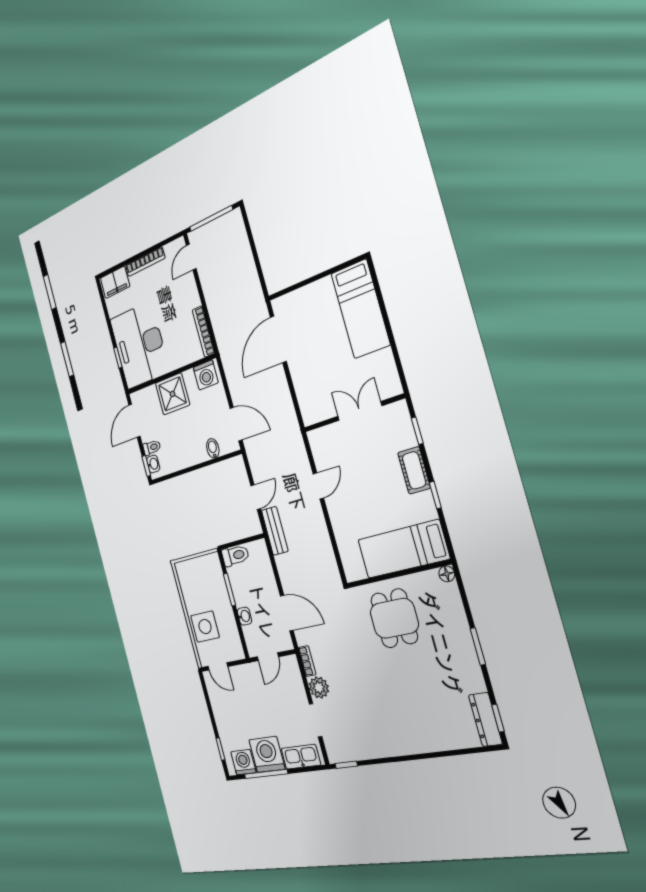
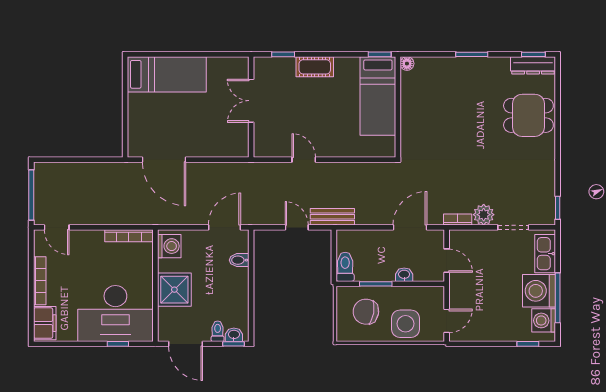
window: (435, 495) -> (380, 54), moved
chair: (204, 586) -> (366, 312), added
dining table: (394, 618) -> (528, 115), moved

